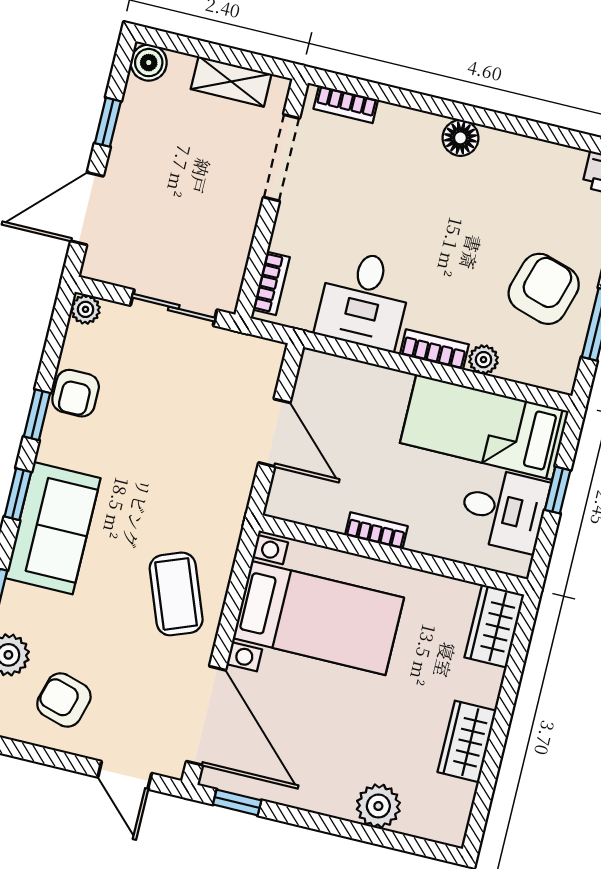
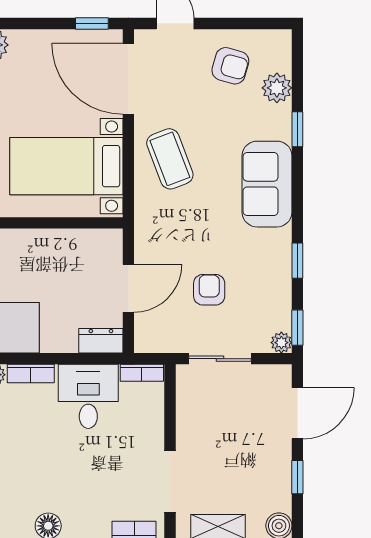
bookcase: (271, 283) -> (142, 373), moved, turned -90
dresser: (329, 371) -> (101, 341), added
armchair: (76, 393) -> (209, 290), moved
door: (274, 433) -> (128, 288), swing flipped
window: (18, 494) -> (297, 328), moved
bookcase: (376, 531) -> (41, 237), removed

